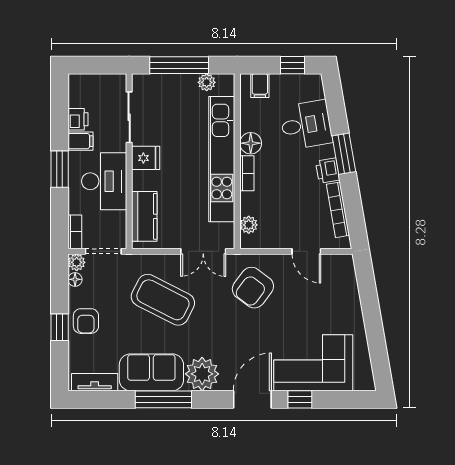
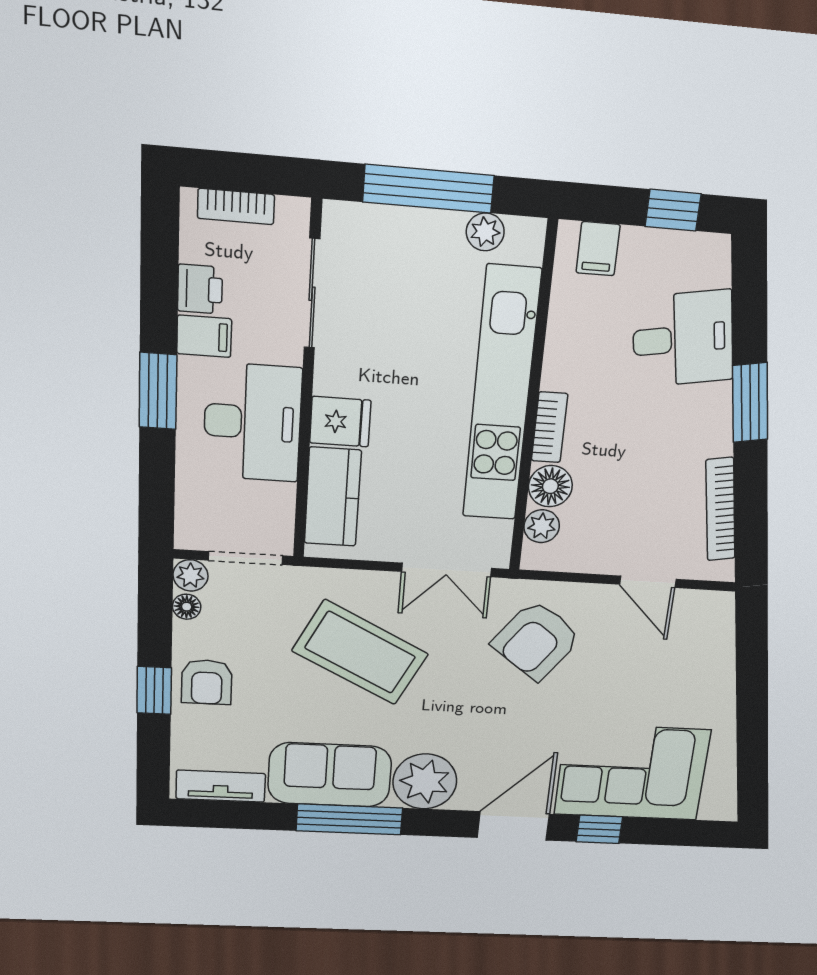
floor lamp: (251, 143) -> (550, 486), moved
fridge: (146, 158) -> (340, 422), moved
printer: (328, 171) -> (712, 433), removed
bookcase: (75, 232) -> (236, 206), moved, turned 90

